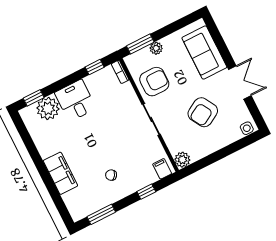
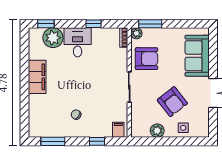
plant: (156, 48) -> (136, 33), moved
window: (95, 67) -> (94, 24), moved
armchair: (203, 112) -> (172, 102), turned -98
side table: (247, 128) -> (183, 128), moved
plant: (182, 160) -> (157, 131), moved
filing cabinet: (60, 173) -> (37, 77), moved

